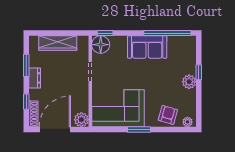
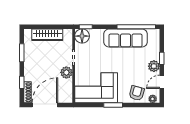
sofa: (147, 47) -> (126, 38), width x1.36
dresser: (35, 78) -> (28, 63), removed
door: (199, 101) -> (162, 82), added
plant: (81, 120) -> (66, 72), moved

